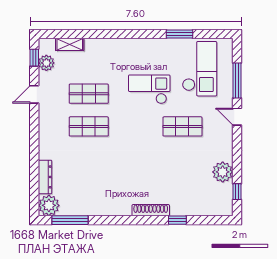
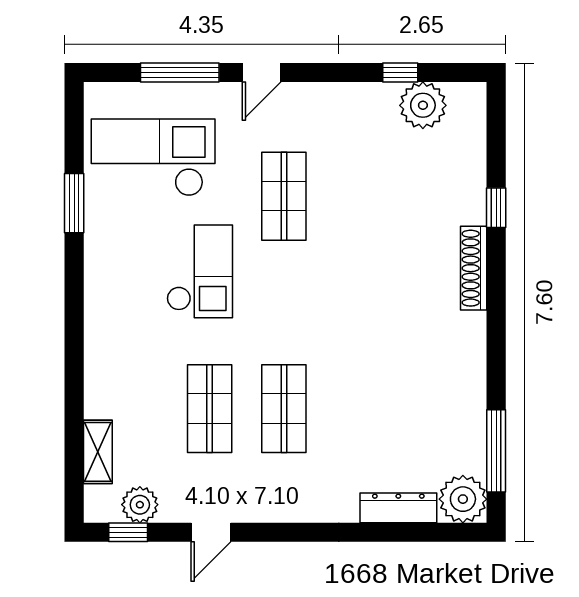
checkout: (149, 89) -> (200, 271), turned 180
door: (34, 94) -> (211, 532), hinge flipped
plant: (223, 172) -> (423, 105), moved
window: (237, 192) -> (400, 73), moved

